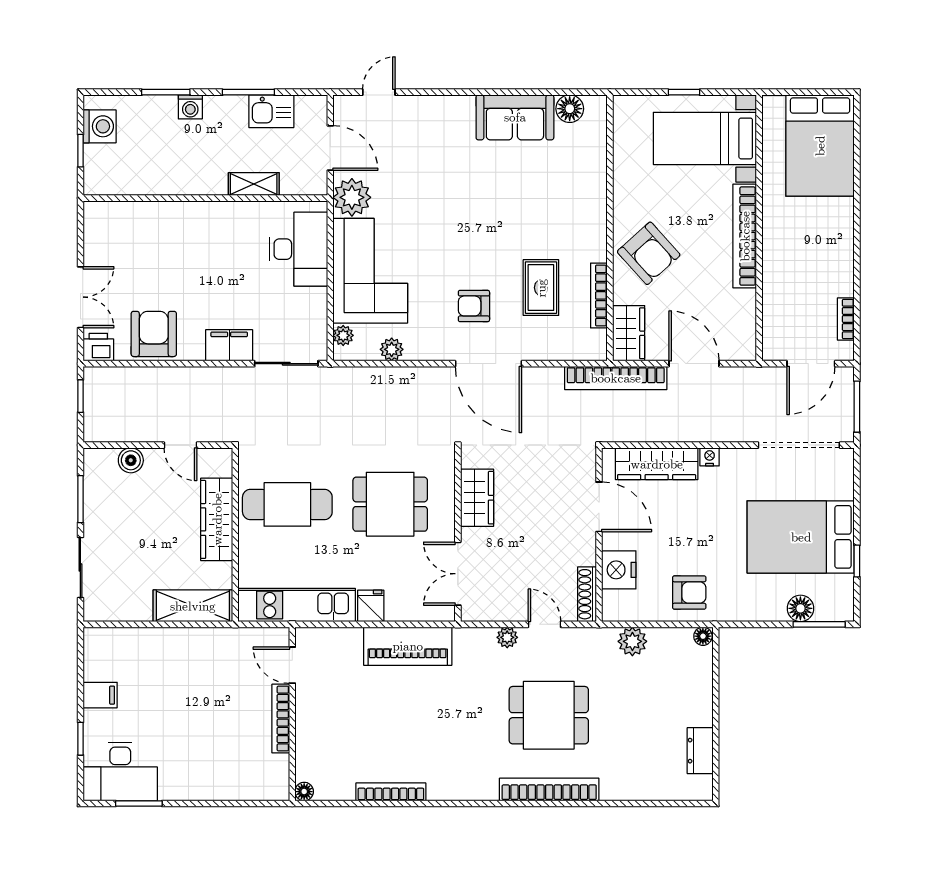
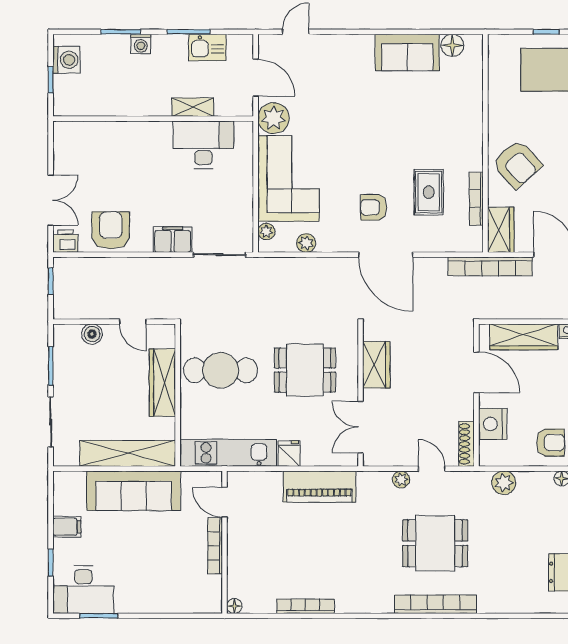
desk: (299, 249) -> (203, 145), moved, turned -90
shelving: (193, 606) -> (128, 453), width x1.47
sofa: (182, 651) -> (134, 491), added

